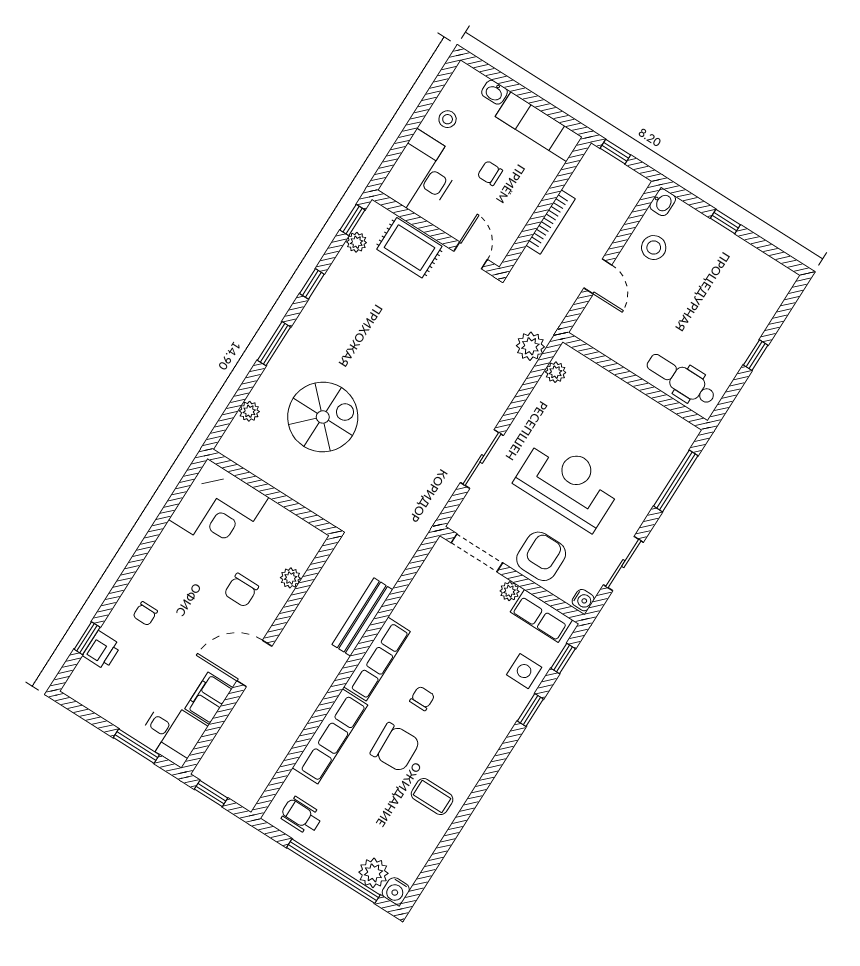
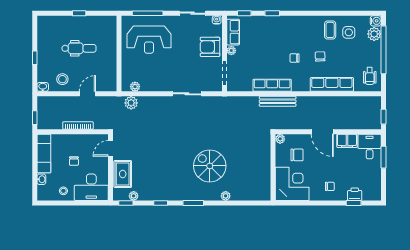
dental chair: (681, 379) -> (79, 48), moved, turned -90
reception desk: (568, 483) -> (149, 40), moved, turned -90
wall: (271, 493) -> (273, 167), moved
corner desk: (219, 508) -> (292, 184), moved
row of seats: (377, 659) -> (272, 85), moved
side table: (524, 671) -> (349, 32), moved
chair: (395, 747) -> (320, 56), width x0.54, depth x0.54

